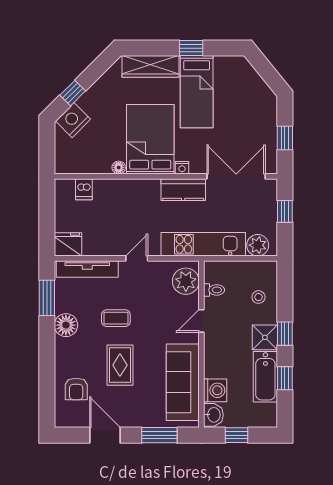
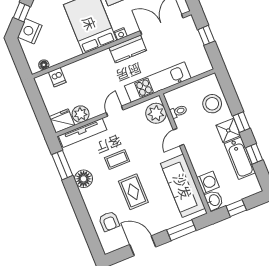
floor lamp: (119, 168) -> (44, 65), moved
plant: (258, 245) -> (81, 114), moved
stool: (258, 297) -> (212, 104), width x1.89, depth x1.89

